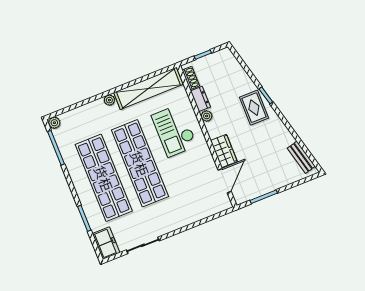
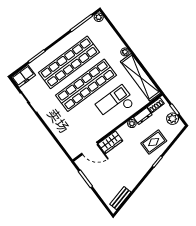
plant: (214, 60) -> (173, 119), added
rug: (254, 108) -> (154, 142), moved

